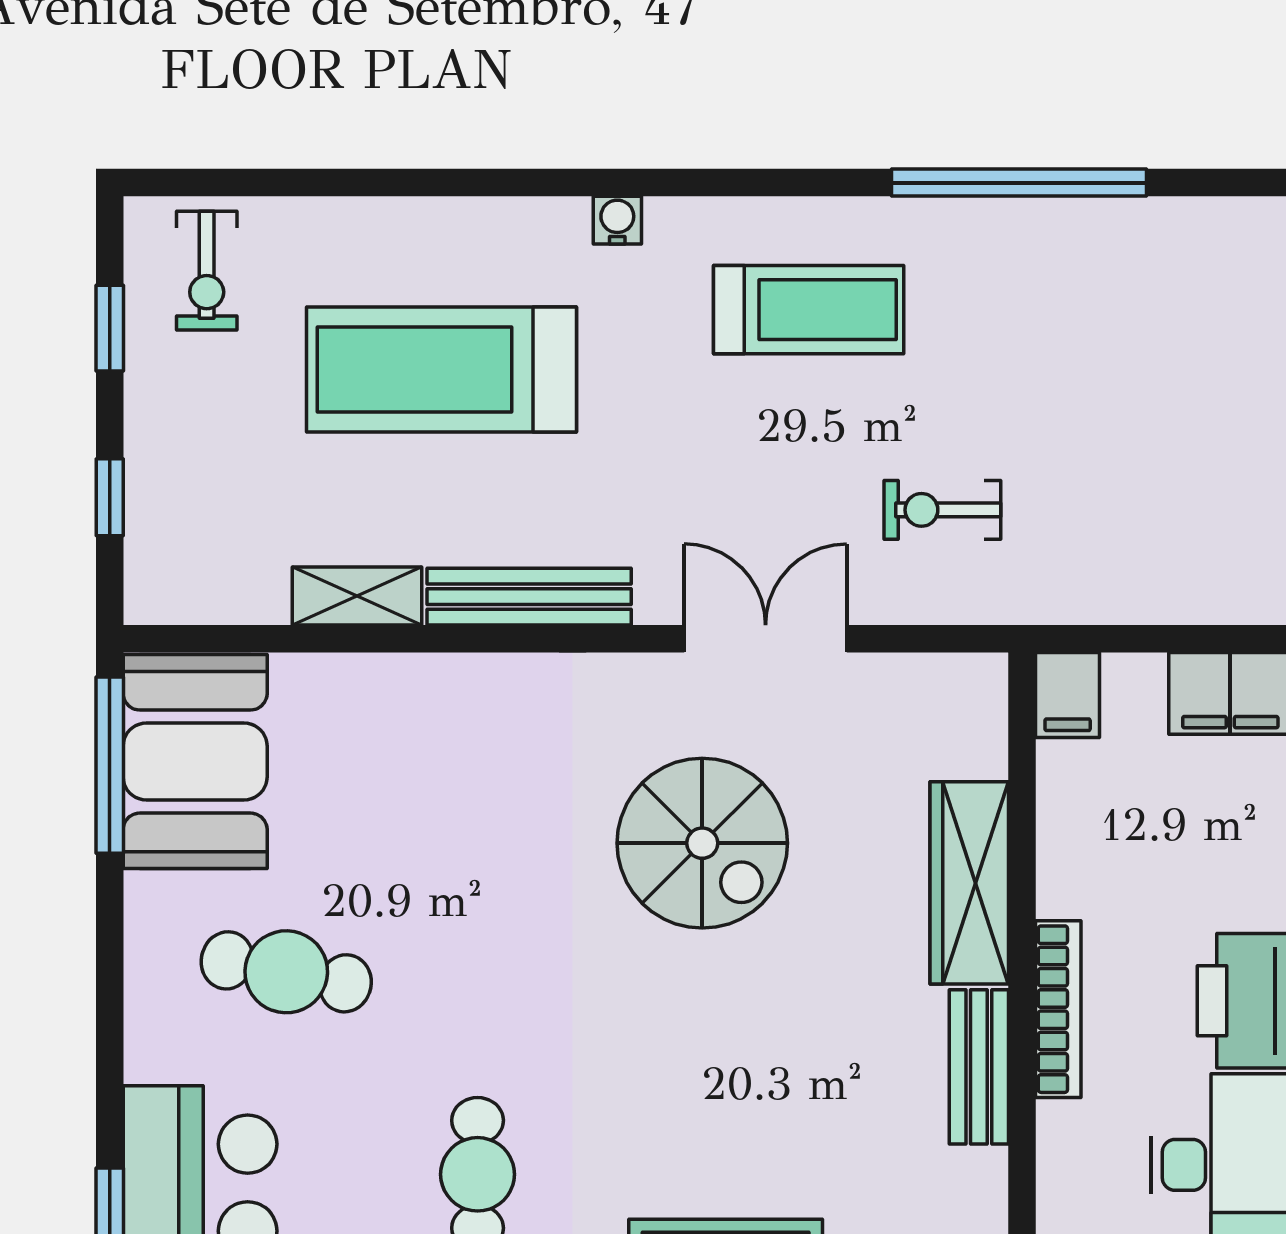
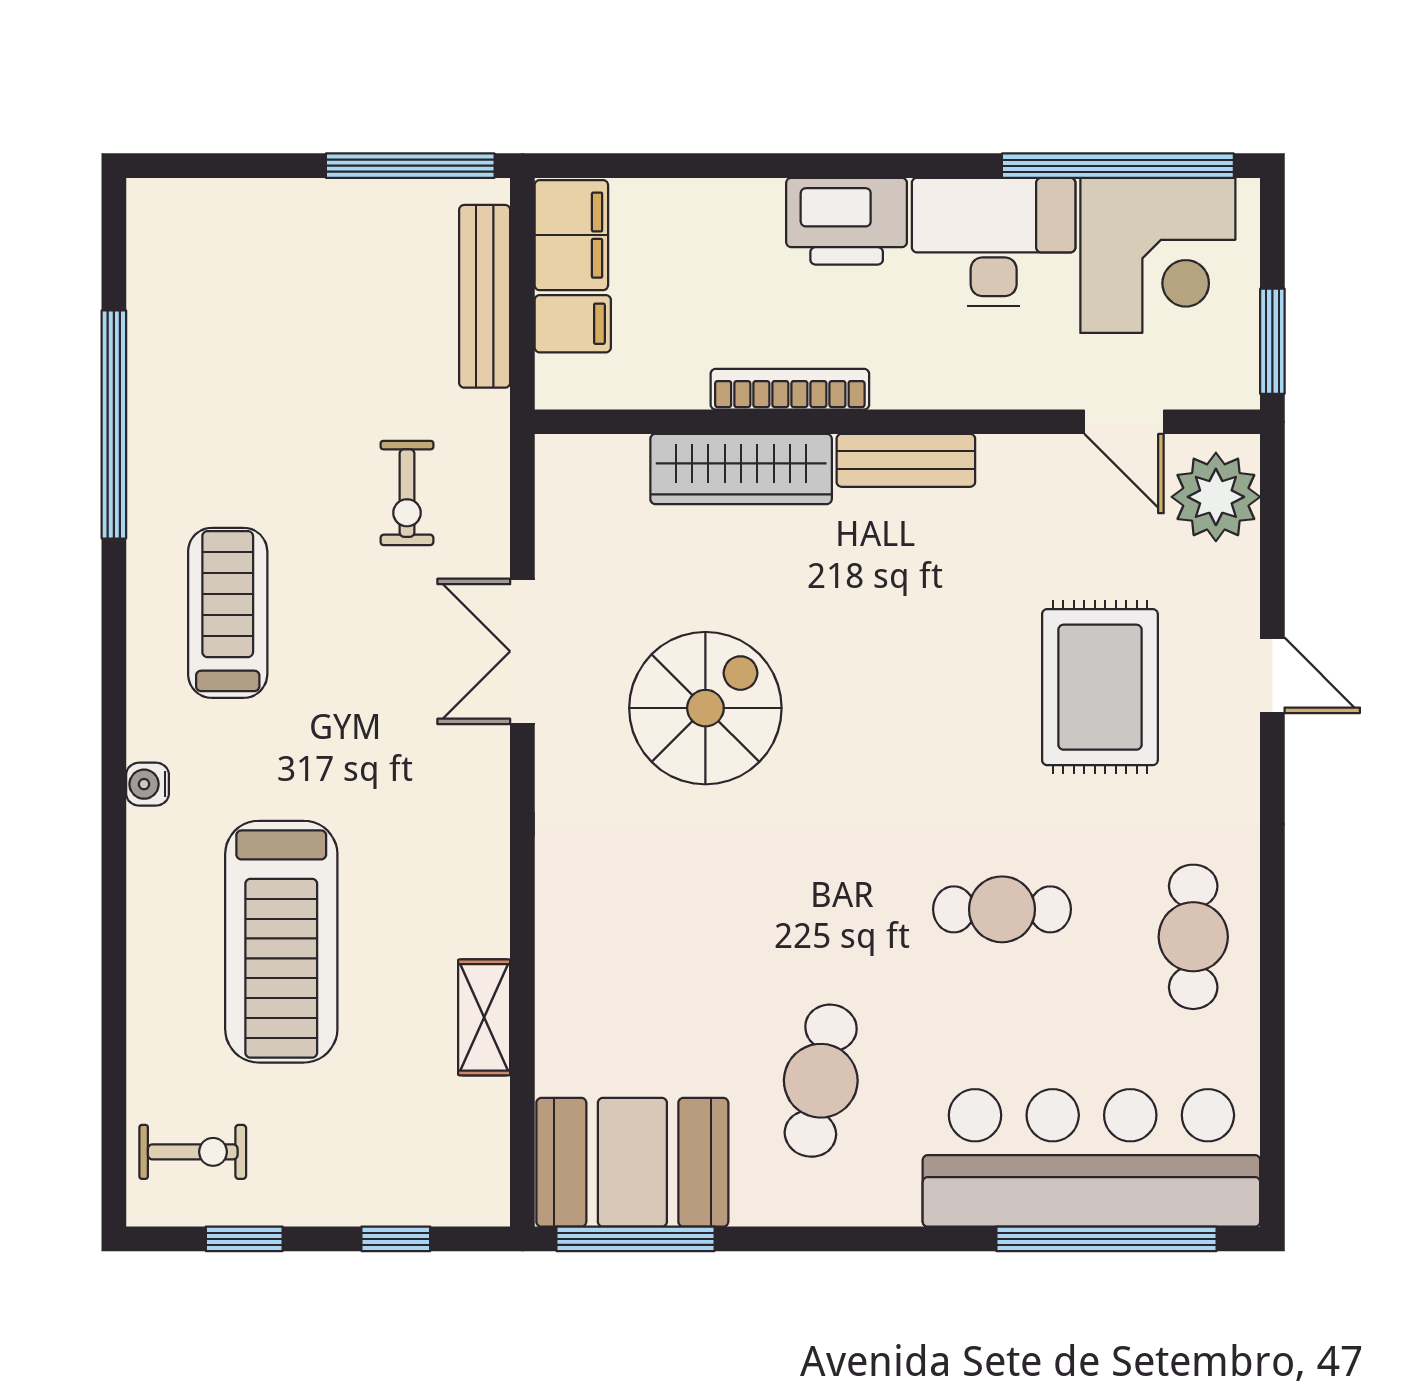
bench: (529, 597) -> (485, 296), moved
filing cabinet: (1068, 695) -> (573, 324), moved
bookcase: (1058, 1009) -> (790, 389), moved

